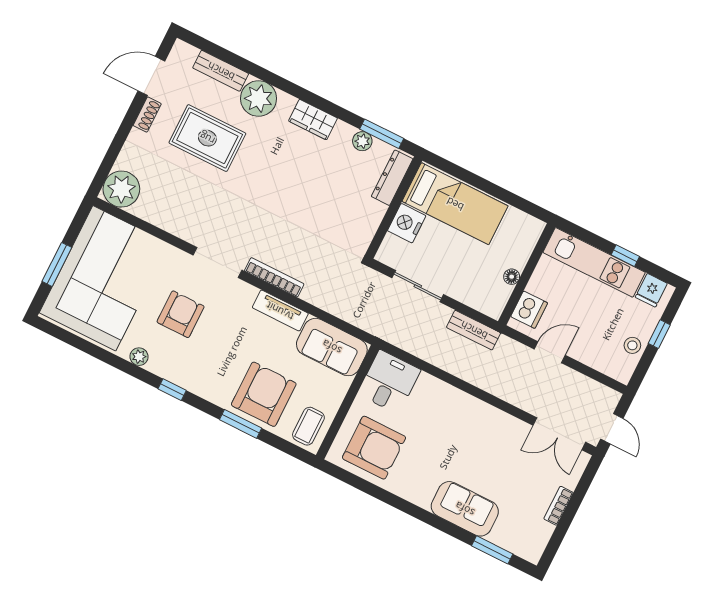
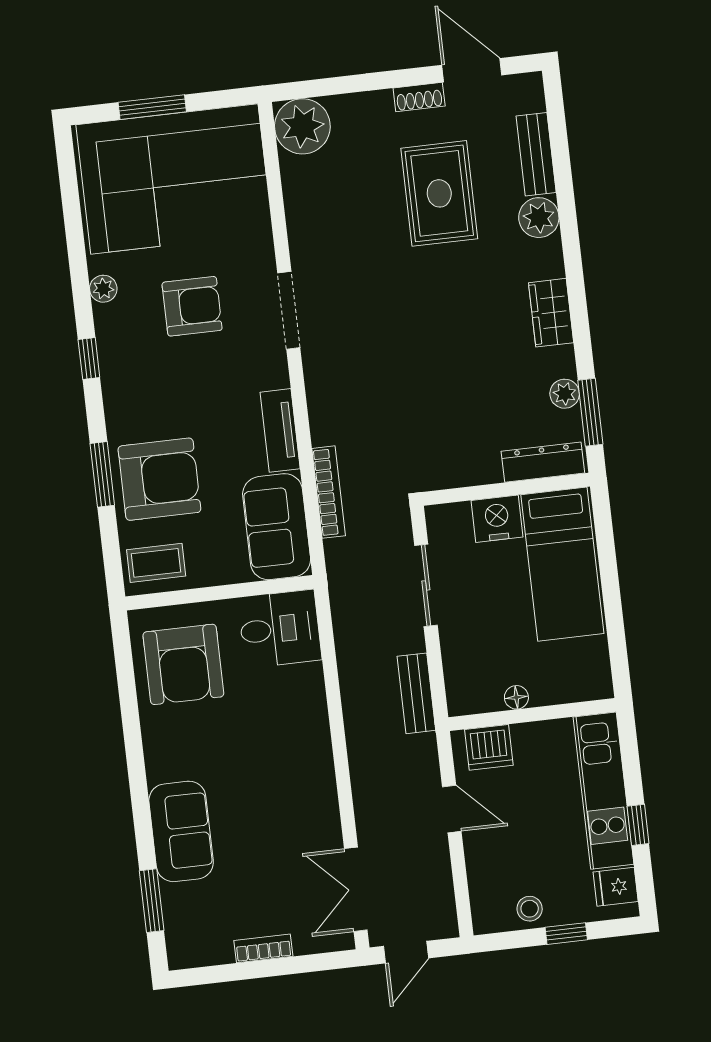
plant: (259, 98) -> (539, 218), width x0.73, depth x0.73
bookcase: (274, 277) -> (329, 492), moved

